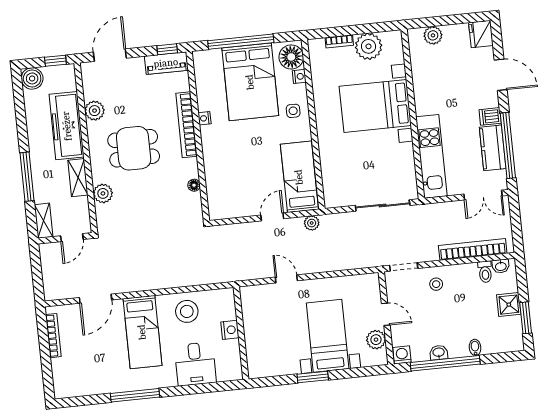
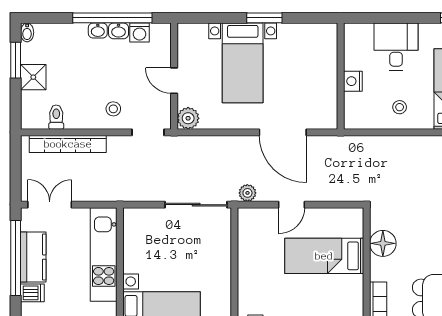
bed: (299, 177) -> (324, 256), moved, turned 90
floor lamp: (194, 185) -> (383, 243), width x1.89, depth x1.89
sliding door: (383, 205) -> (196, 205), moved
washbasin: (501, 266) -> (98, 31), moved, turned 180
door: (286, 279) -> (283, 132), width x1.88
stool: (187, 311) -> (400, 107), width x0.53, depth x0.53
plant: (376, 340) -> (188, 118), moved
bidet: (475, 347) -> (27, 32), moved
washing machine: (402, 355) -> (139, 33), moved

